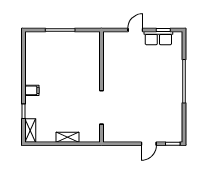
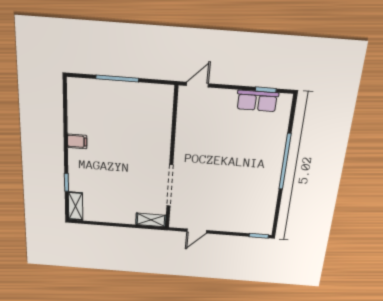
door: (135, 30) -> (197, 85), moved
filing cabinet: (32, 90) -> (77, 141), moved
shelving: (68, 137) -> (151, 220), moved
door: (149, 144) -> (197, 231), moved

